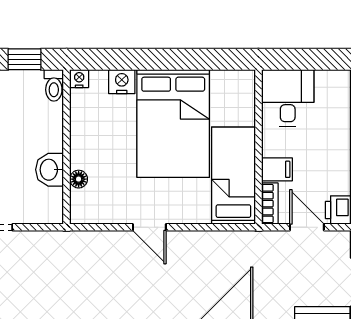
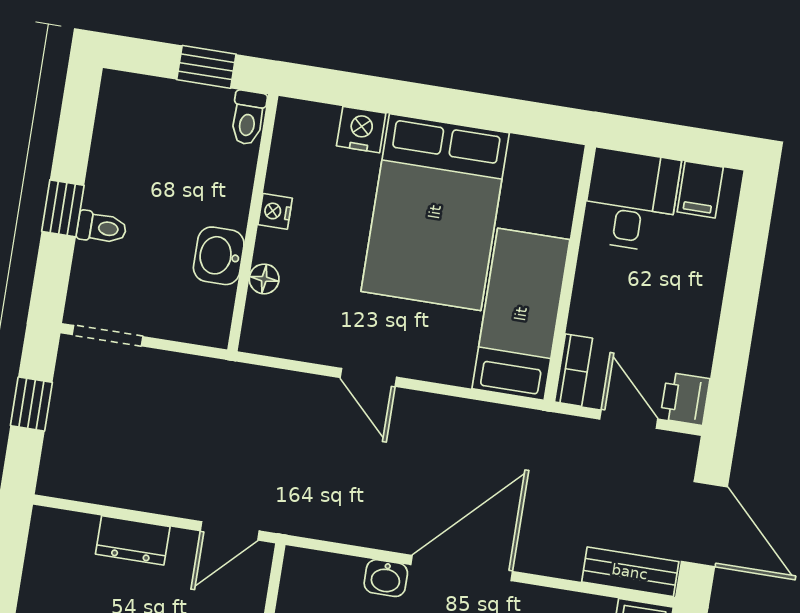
nightstand: (79, 79) -> (275, 211), moved, turned -90
filing cabinet: (277, 169) -> (700, 190), moved, turned 90

